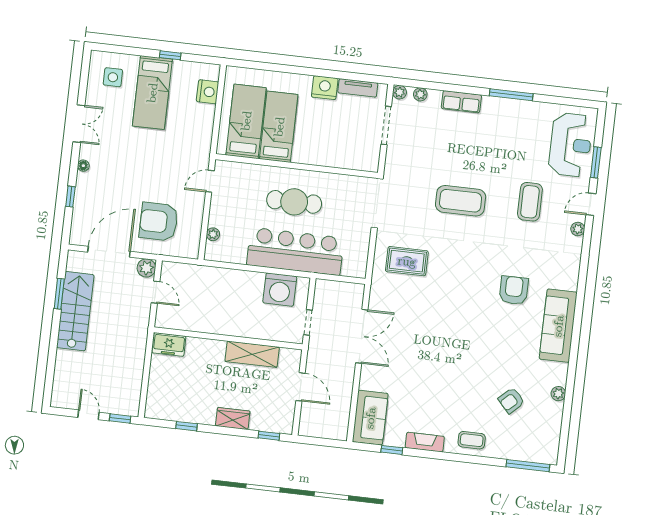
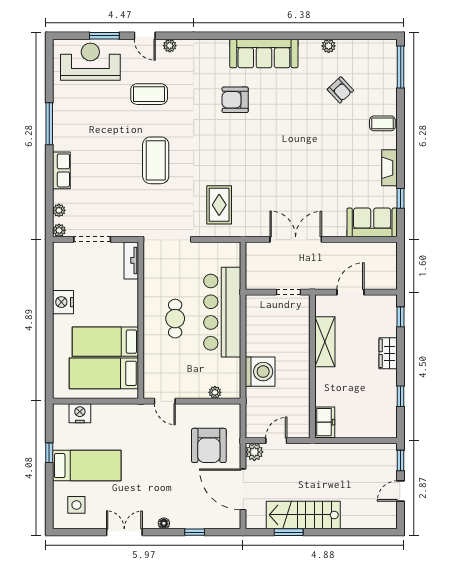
tv unit: (358, 88) -> (131, 260), moved, turned 180
cafe table: (294, 202) -> (175, 319), width x0.73, depth x0.74
washing machine: (280, 290) -> (260, 372), moved
coffee table: (472, 440) -> (382, 123), turned 90

